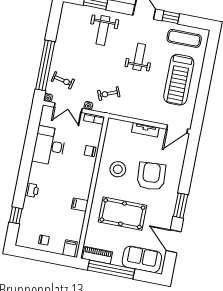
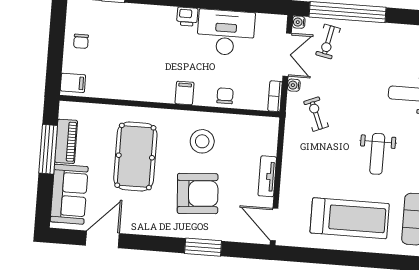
weight bench: (139, 57) -> (377, 154), turned 90
treadmill: (179, 80) -> (350, 218), turned 180
double door: (68, 108) -> (287, 55), swing flipped
printer: (32, 190) -> (187, 17), moved
filing cabinet: (80, 205) -> (185, 93), moved
window: (181, 206) -> (203, 247), moved
piano: (97, 255) -> (66, 141), moved
window: (111, 270) -> (48, 149), width x0.68

